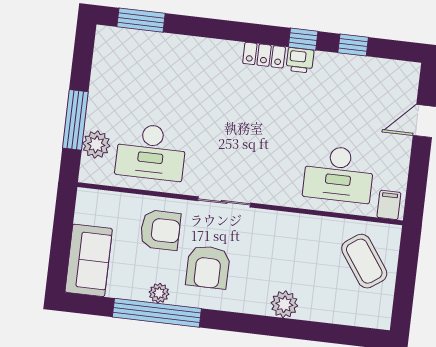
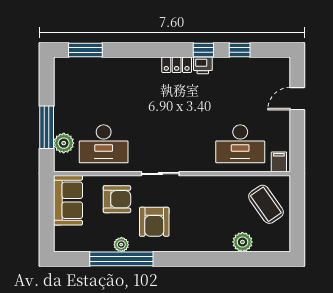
sofa: (89, 260) -> (68, 200), moved
plant: (284, 304) -> (242, 242), moved

